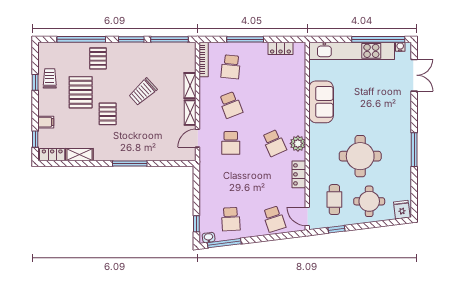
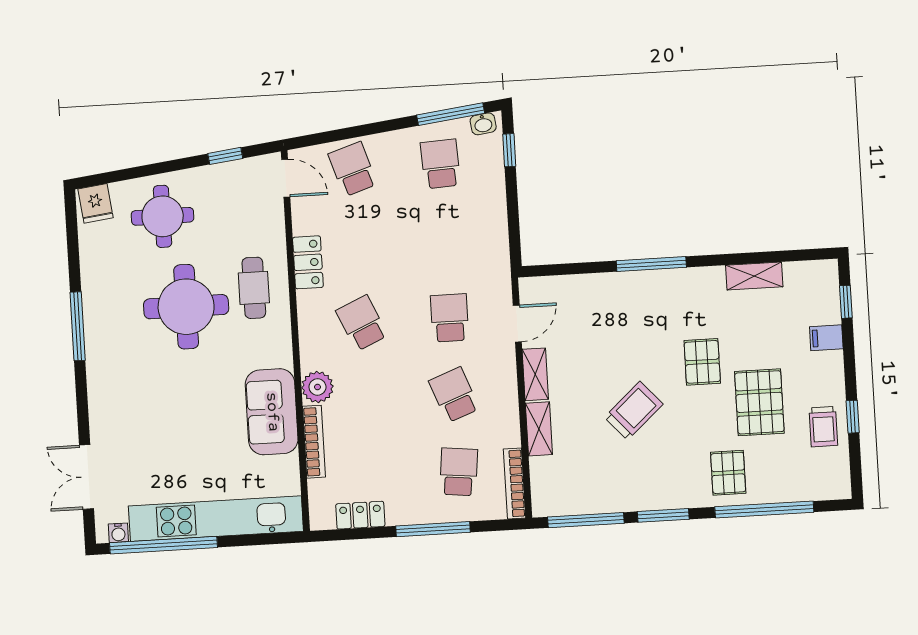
bookcase: (301, 86) -> (314, 442), added
plant: (298, 143) -> (317, 387), moved
locker: (52, 155) -> (809, 273), removed
cafe table: (334, 200) -> (254, 288), moved

